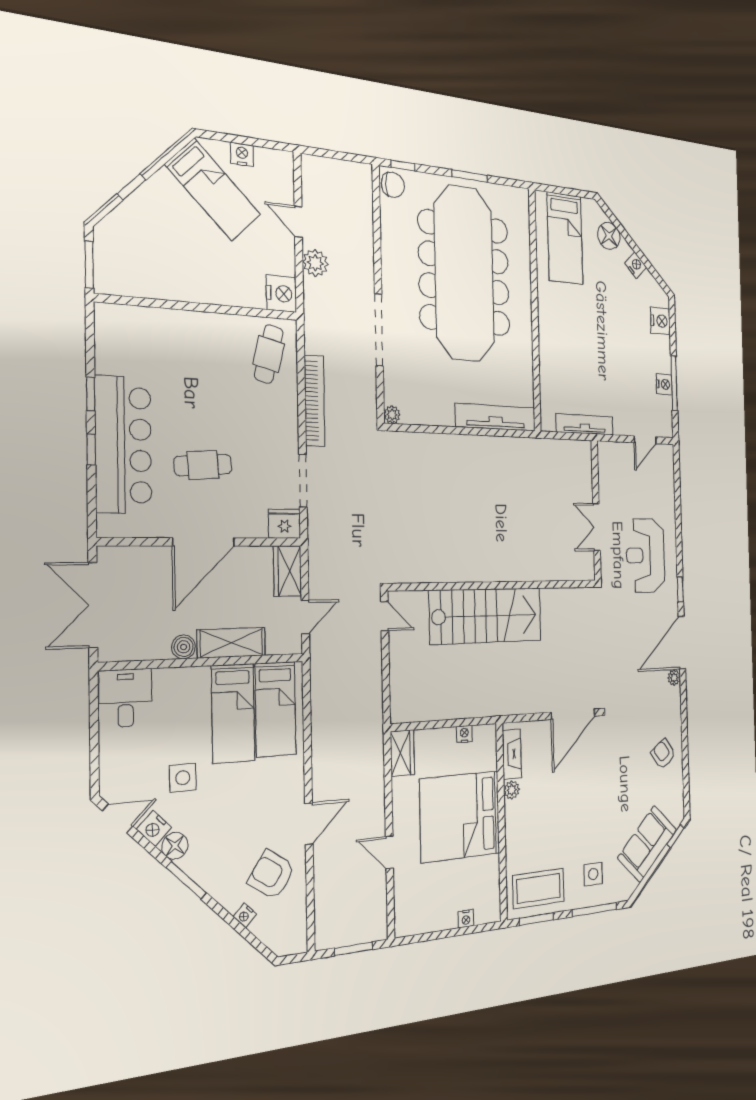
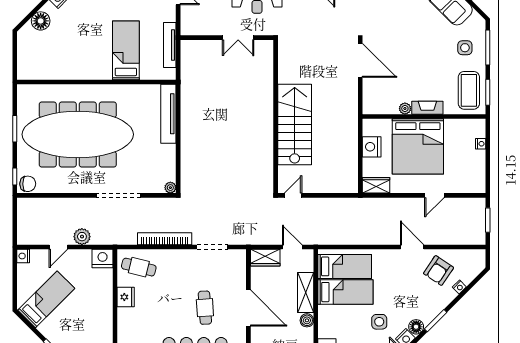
nightstand: (242, 154) -> (23, 256), moved
chair: (393, 185) -> (28, 184), turned 90
bed: (565, 238) -> (126, 50), moved, turned -90
fridge: (284, 524) -> (126, 297), moved, turned 180
nightstand: (464, 734) -> (372, 147), width x1.89, depth x1.79
fireplace: (512, 754) -> (427, 108), moved

